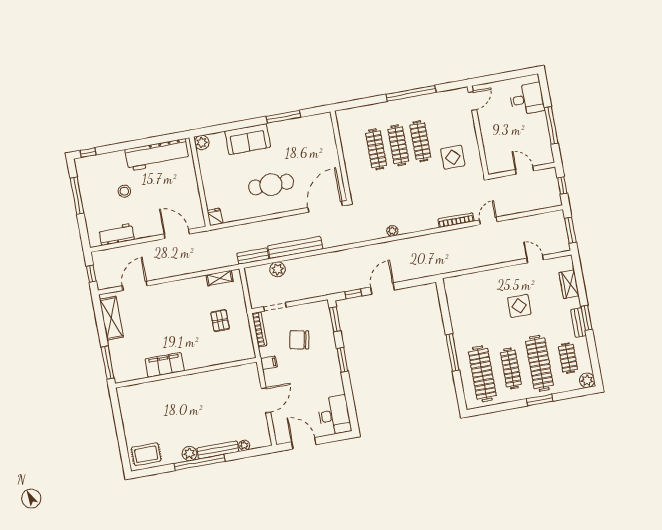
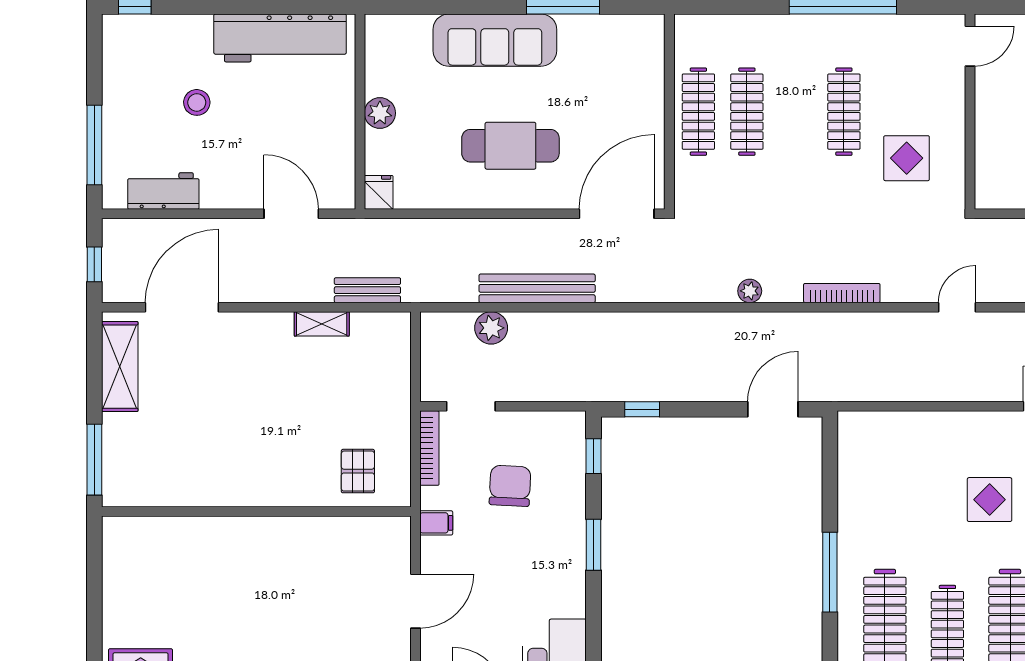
sofa: (248, 139) -> (495, 40), width x1.36
plant: (202, 142) -> (380, 113), moved
clothes rail: (398, 145) -> (698, 112), moved
window: (77, 196) -> (94, 145), moved
bookcase: (456, 220) -> (842, 293), moved
bench: (253, 256) -> (367, 290), moved
shelving: (220, 278) -> (322, 324), moved
door: (135, 286) -> (182, 307), width x1.36
door: (383, 288) -> (773, 409), moved
window: (335, 319) -> (593, 456), width x0.67
pallet: (220, 321) -> (358, 471), moved
chair: (299, 340) -> (510, 486), turned 82
filing cabinet: (165, 365) -> (214, 487), removed

